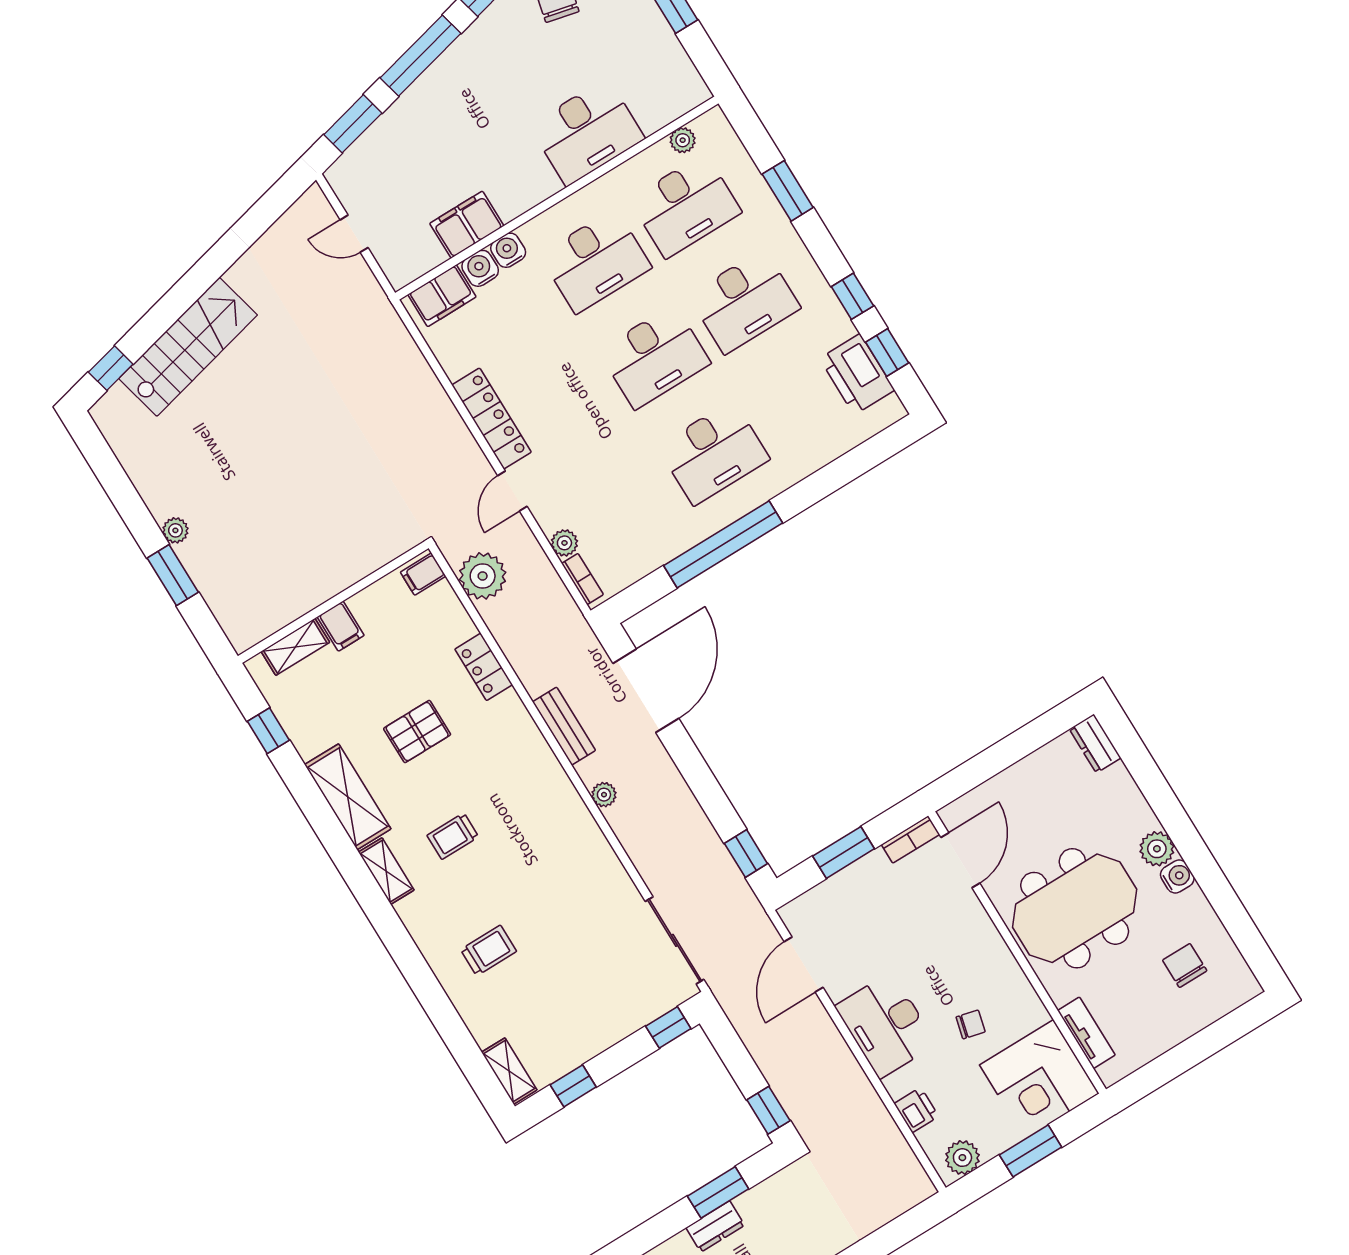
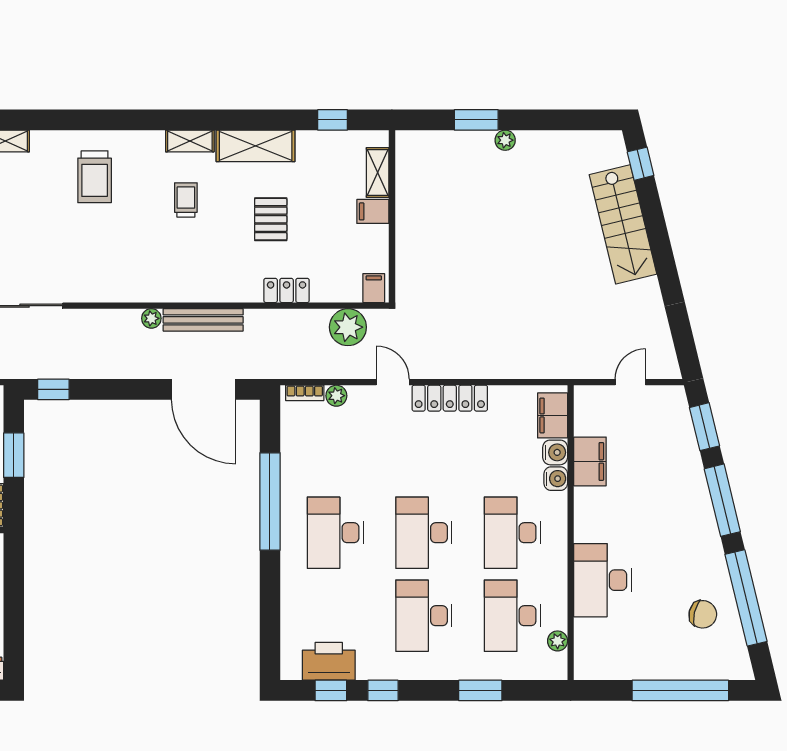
bench: (564, 726) -> (203, 320), width x1.36
trolley: (488, 950) -> (95, 177), width x1.36, depth x1.39

